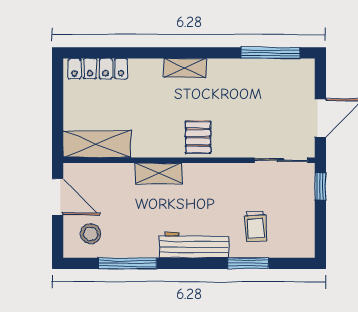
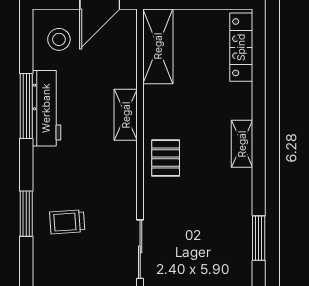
window: (271, 53) -> (259, 238), width x0.69
pallet: (198, 137) -> (166, 158), turned 90
workbench: (194, 245) -> (46, 108), moved
window: (128, 263) -> (26, 106), moved

